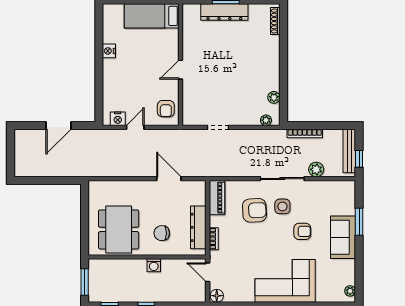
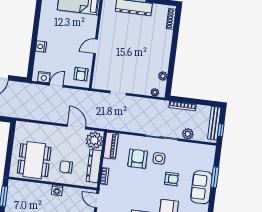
nightstand: (109, 51) -> (41, 47), moved
plant: (194, 193) -> (94, 140), added
armchair: (254, 210) -> (138, 159), turned -87

